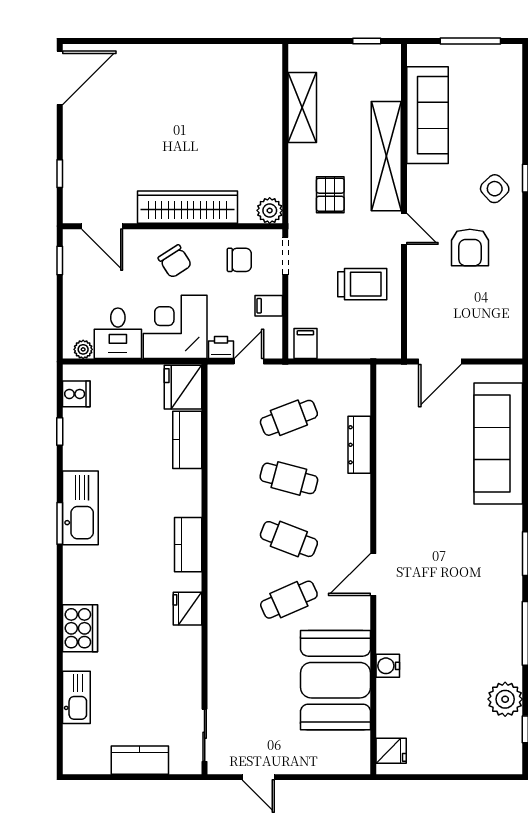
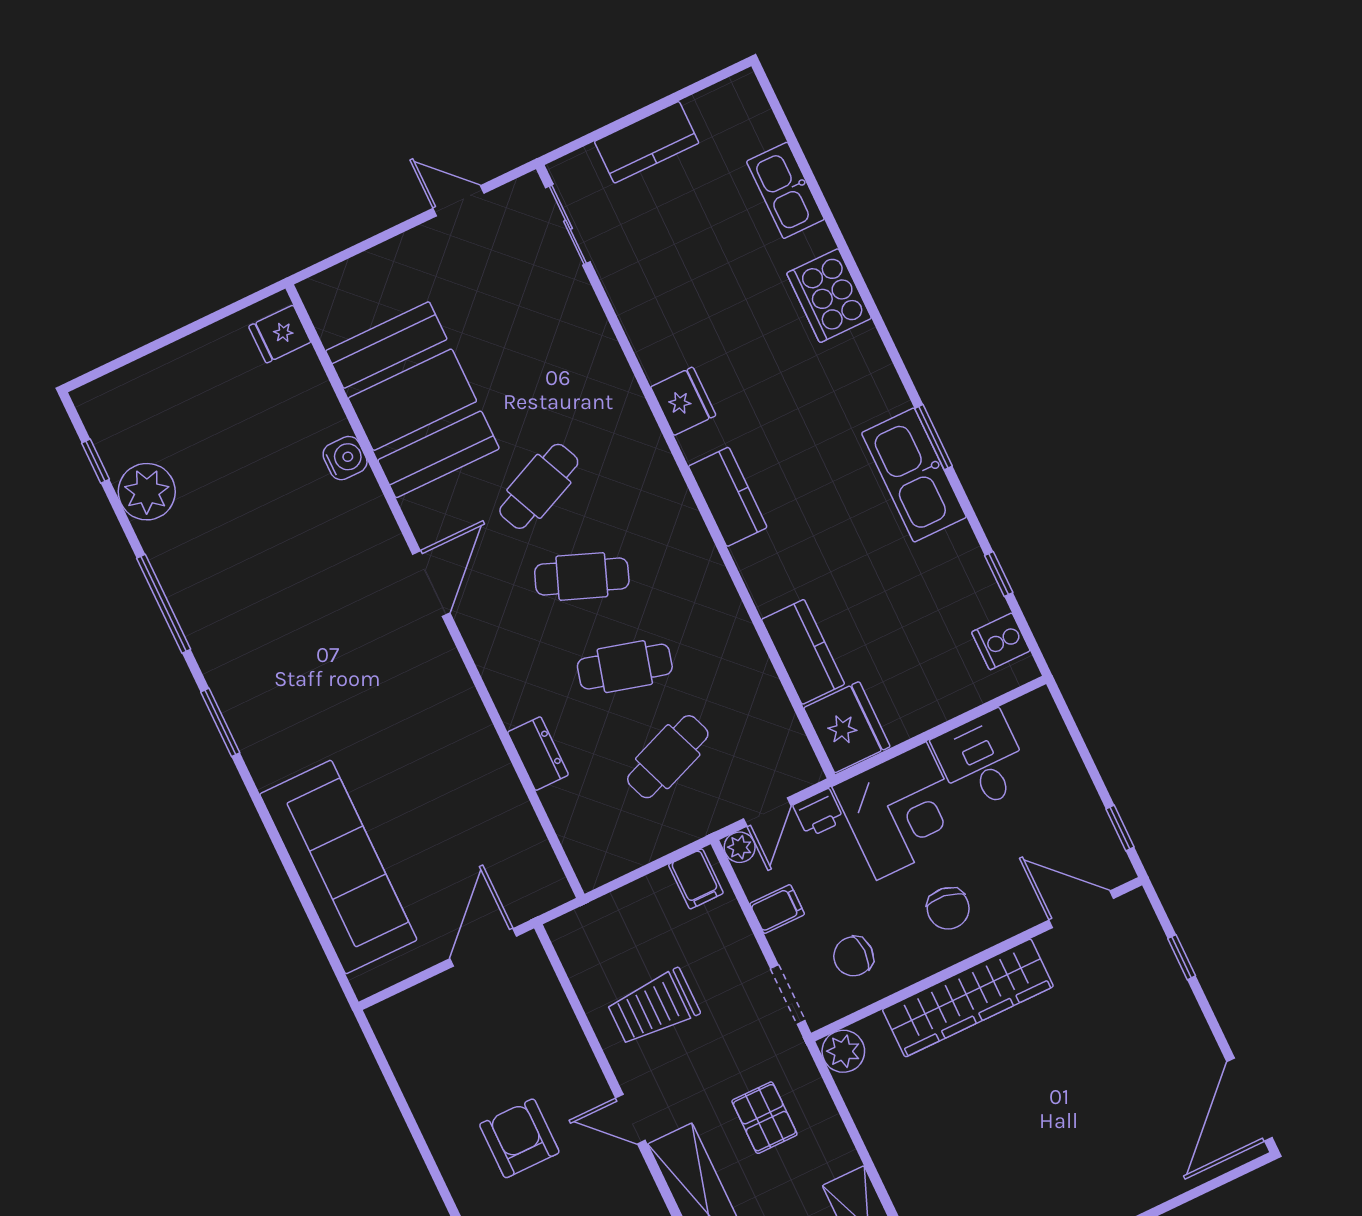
chair: (175, 261) -> (948, 908), turned -139
plant: (83, 349) -> (740, 847), moved
dresser: (359, 445) -> (538, 754), width x0.70

